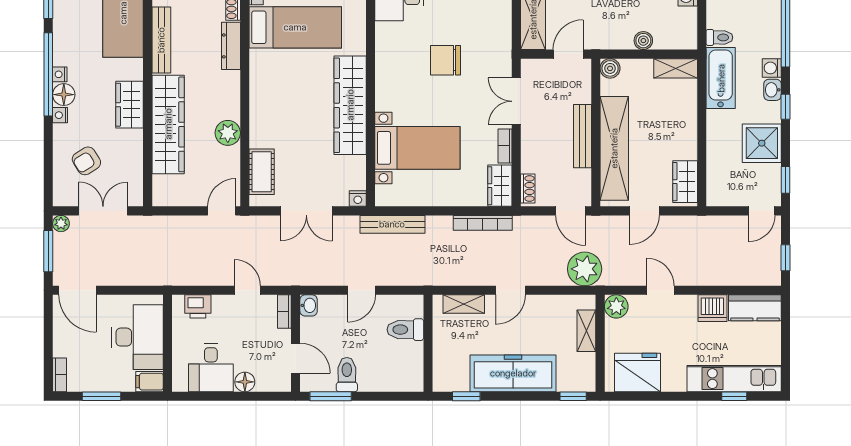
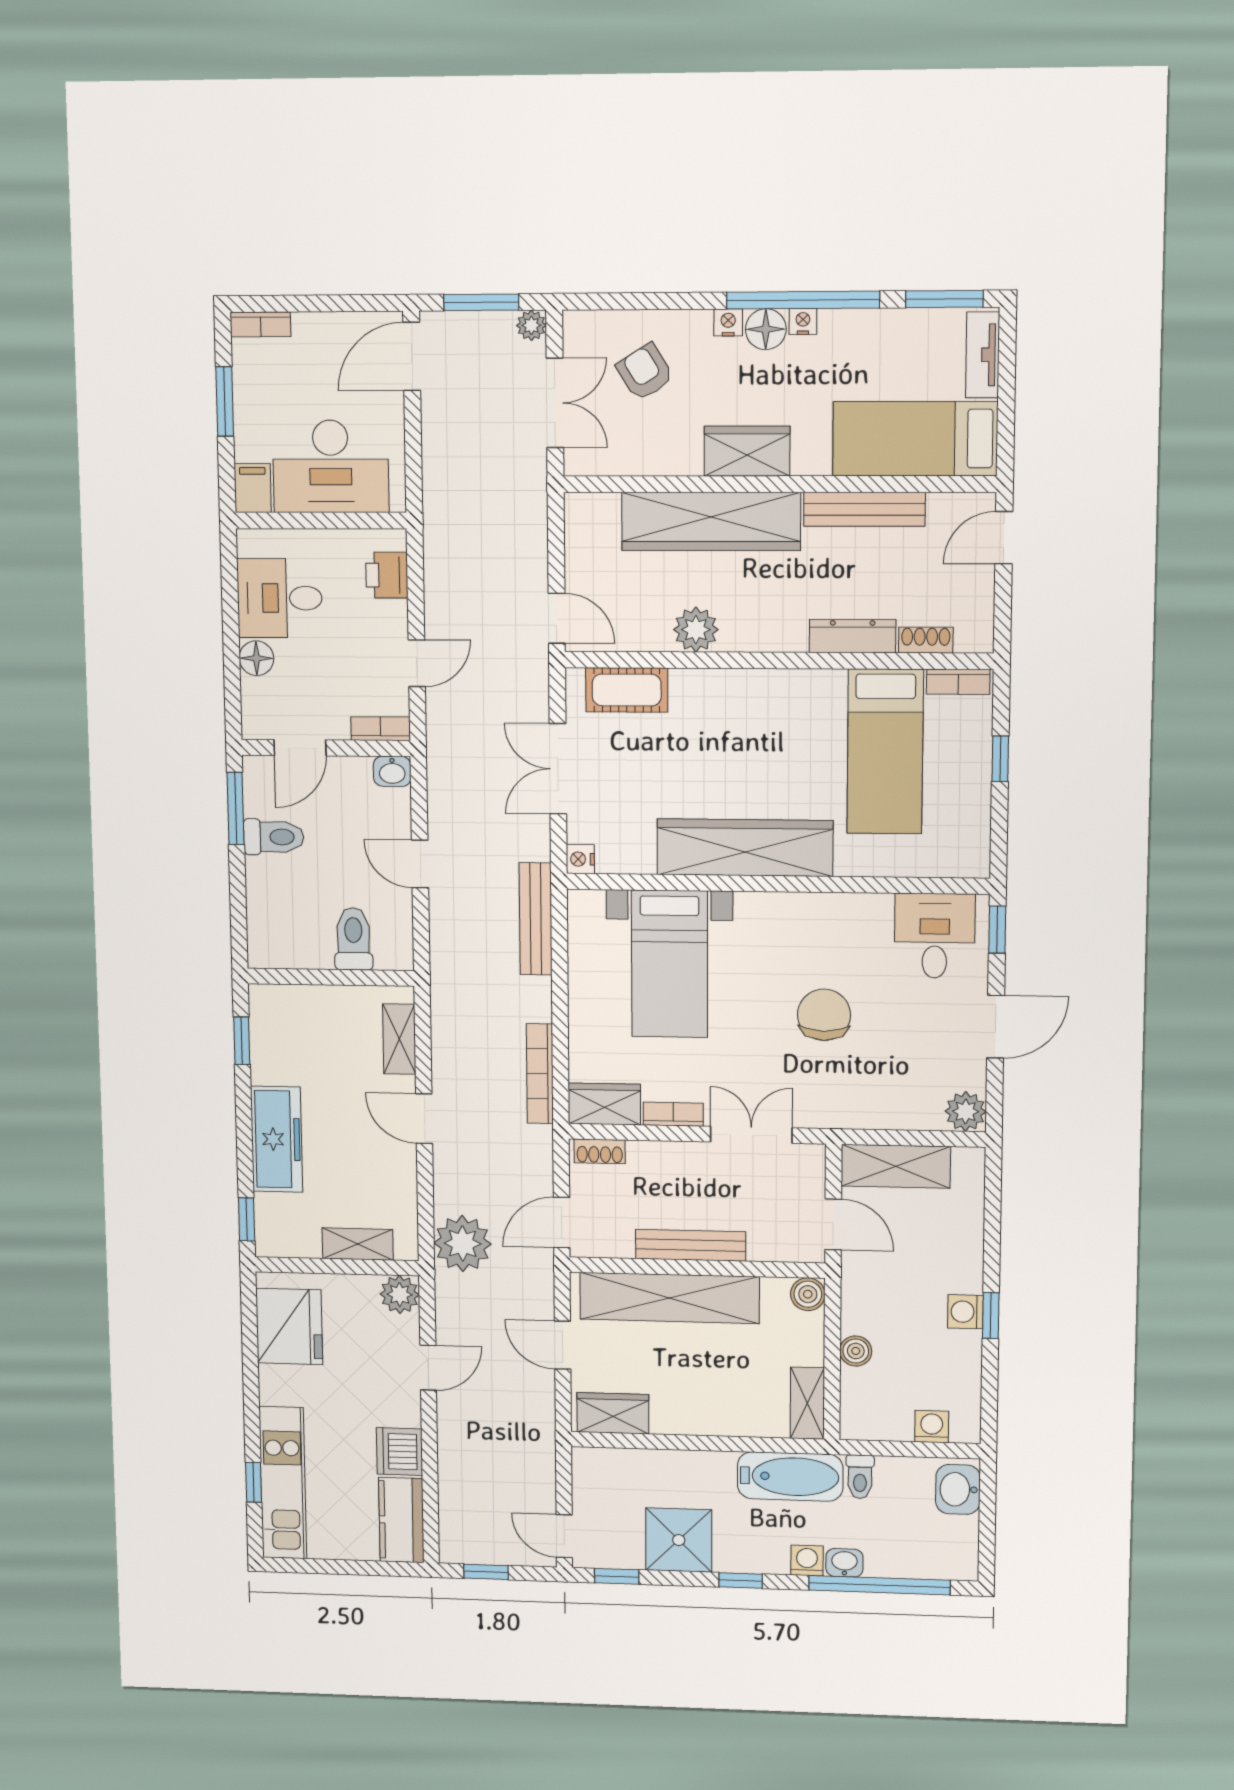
washbasin: (772, 90) -> (844, 1563), moved
freezer: (513, 373) -> (277, 1139), width x0.73, depth x0.79

